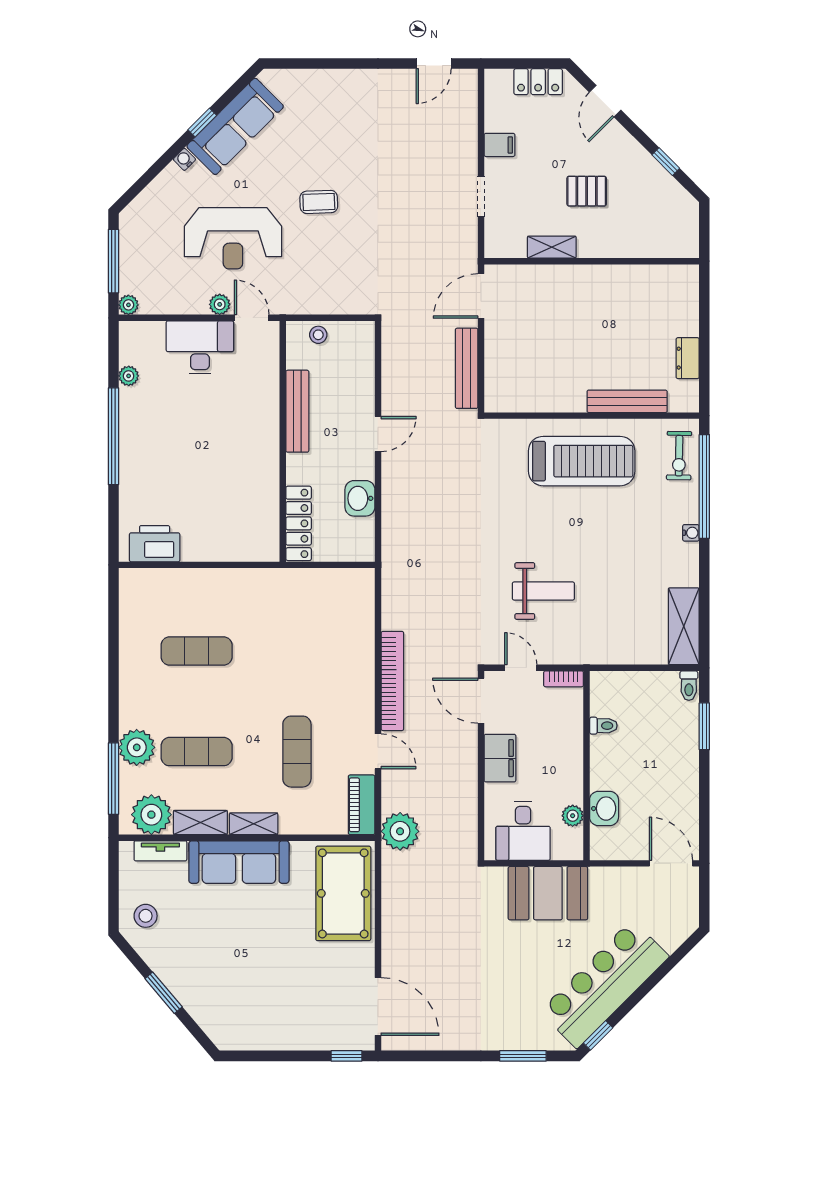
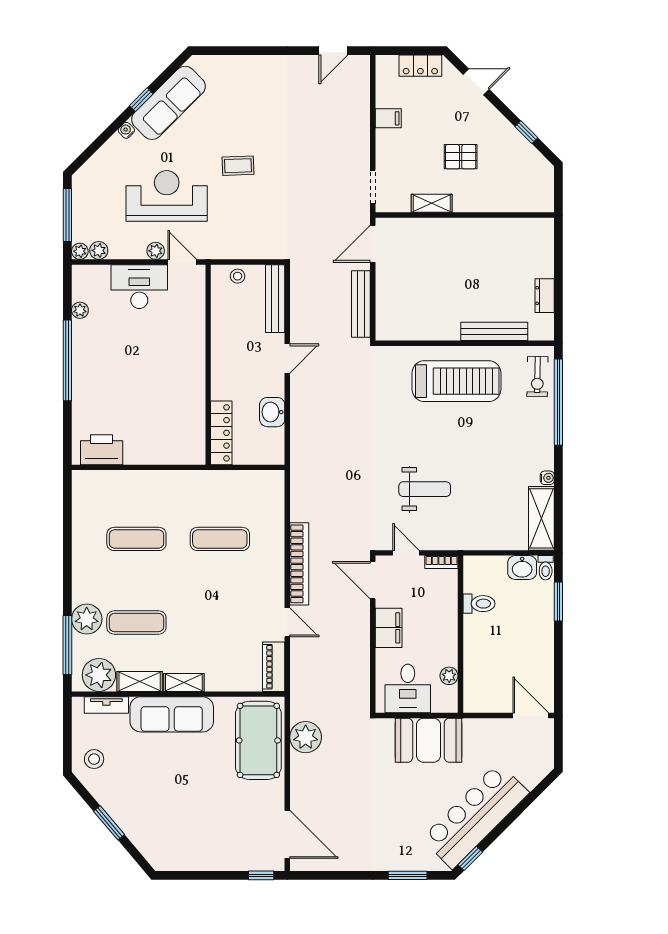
door: (605, 101) -> (476, 82), swing flipped
doorway: (481, 197) -> (373, 187), moved
reception desk: (233, 238) -> (167, 196), turned 180
plant: (151, 304) -> (99, 250), added
bench: (297, 411) -> (275, 299), moved
water cooler: (691, 533) -> (547, 478), moved
toilet: (603, 726) -> (479, 604), width x1.37, depth x1.39
exercise mat: (297, 752) -> (220, 539), moved, turned 90
washbasin: (604, 809) -> (522, 568), moved, turned 90
plant: (400, 831) -> (306, 737), moved

